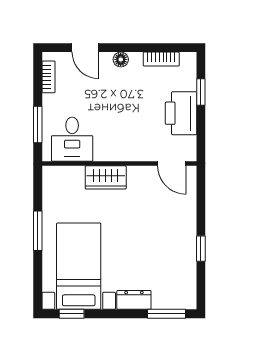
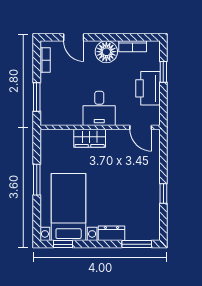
floor lamp: (121, 59) -> (106, 52), width x1.89, depth x1.89
desk: (72, 139) -> (99, 108), moved

